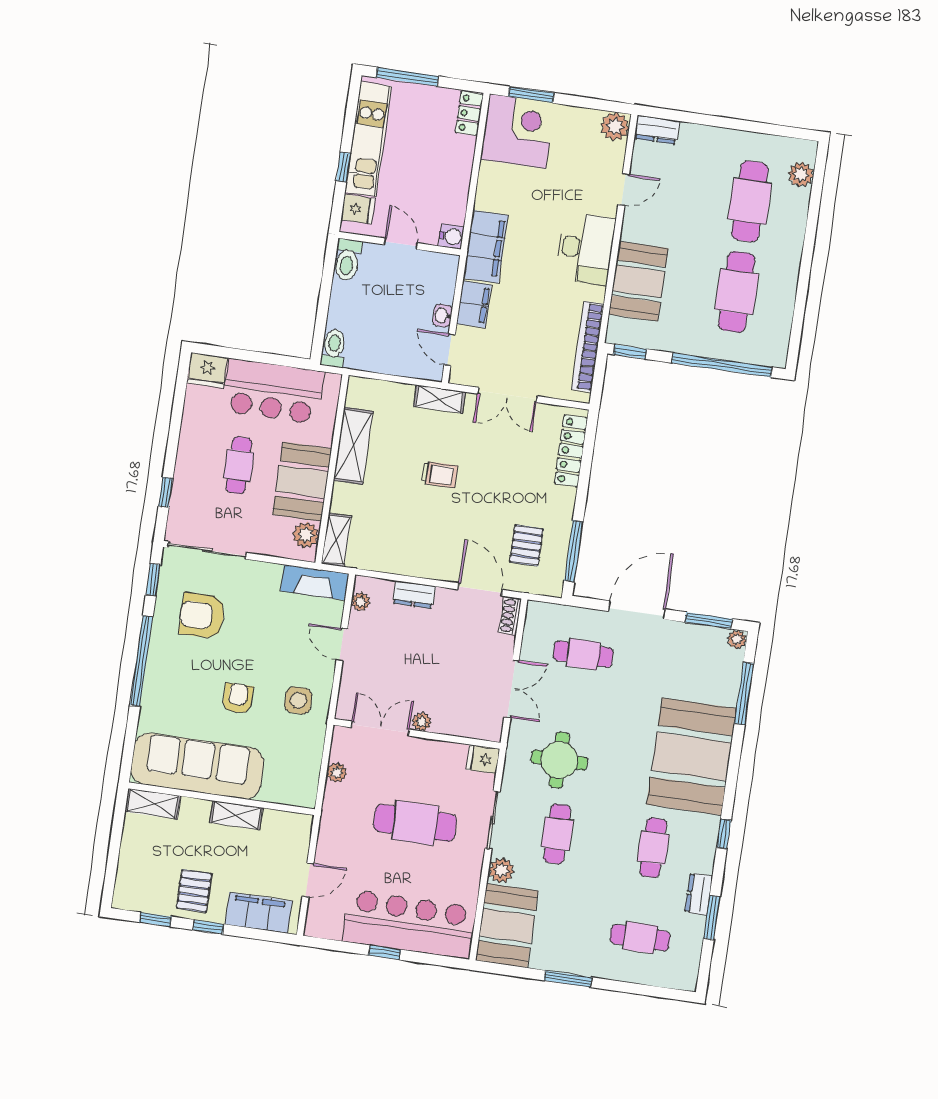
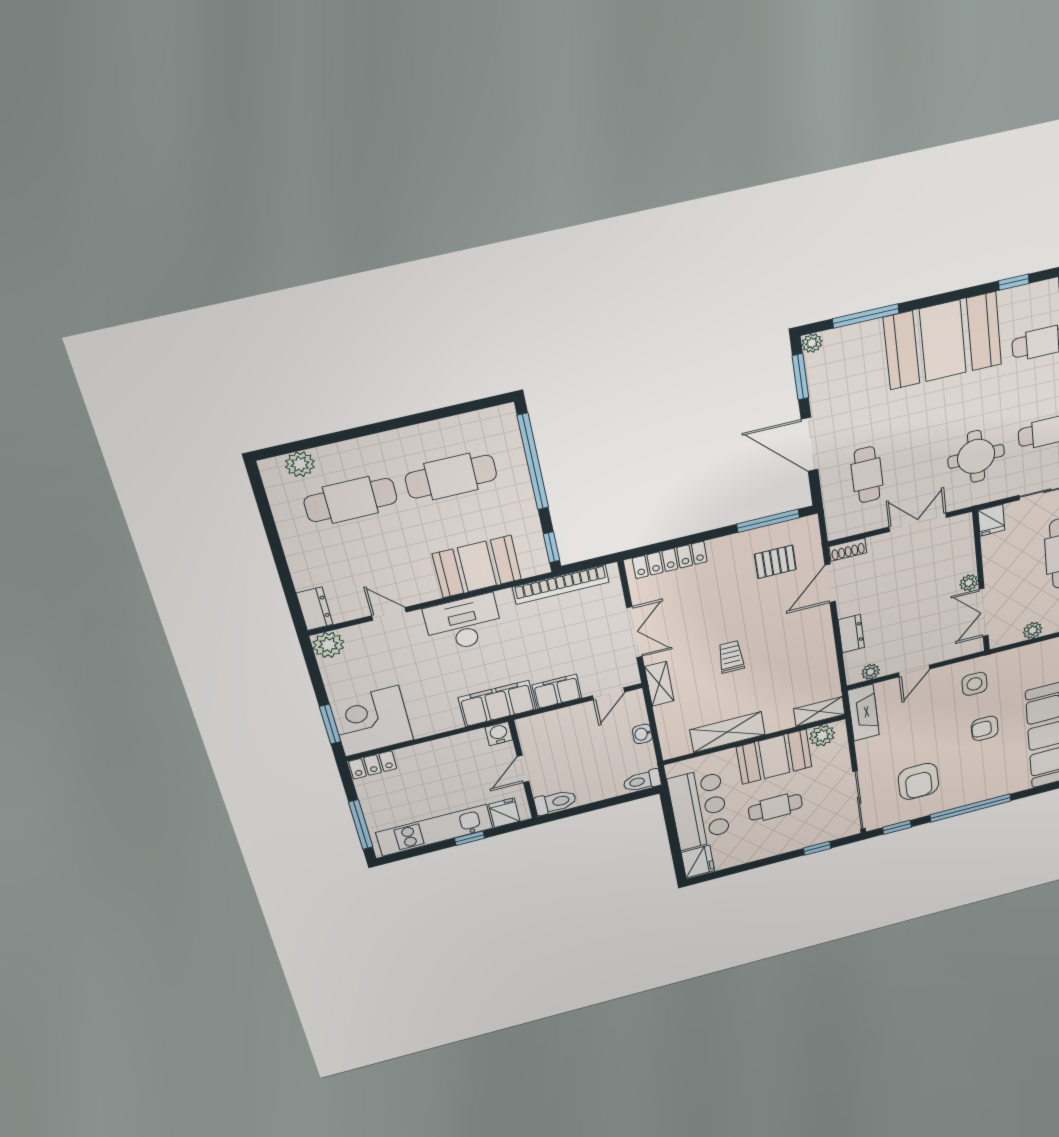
washbasin: (442, 316) -> (642, 734), moved, turned 90

